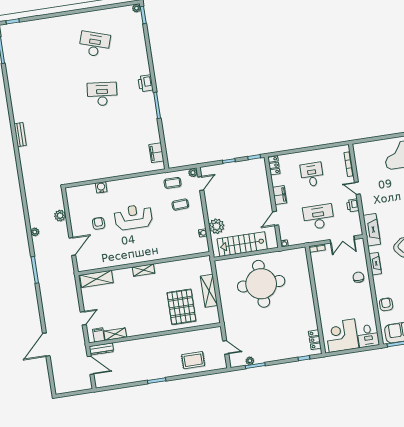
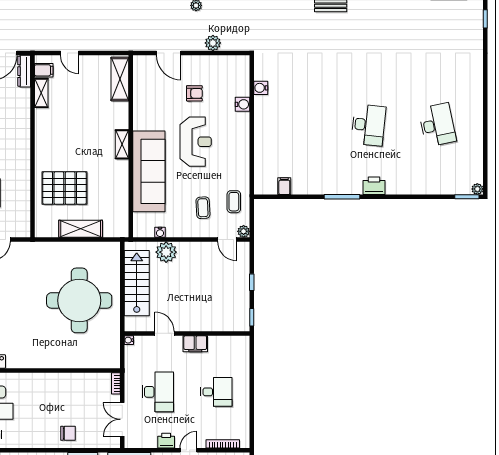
desk: (95, 44) -> (437, 125), turned -30
filing cabinet: (156, 153) -> (284, 186), width x0.50
locker: (274, 165) -> (237, 342), removed
water cooler: (87, 176) -> (261, 88), added
sofa: (160, 248) -> (149, 171), added

